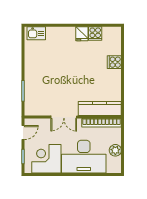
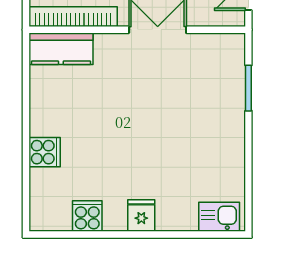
fridge: (82, 34) -> (141, 216), moved
kitchen counter: (100, 108) -> (61, 49), width x0.67

